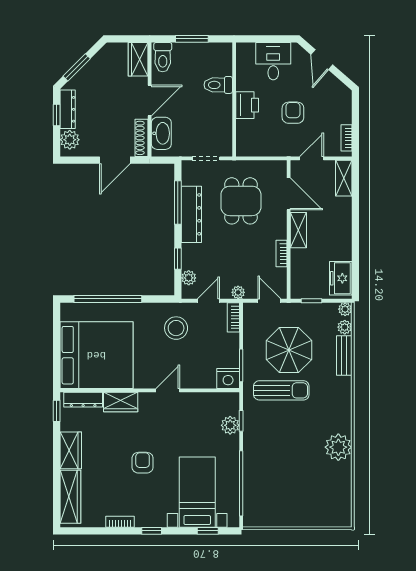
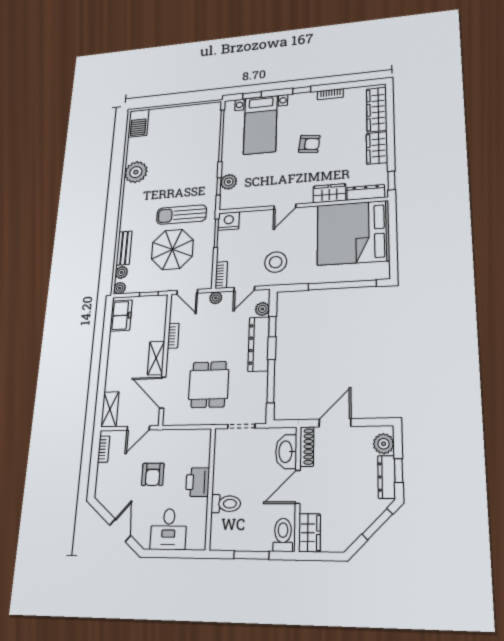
dresser: (191, 214) -> (259, 344), moved
armchair: (143, 463) -> (309, 144), turned -83
barbecue: (340, 510) -> (138, 123), added

